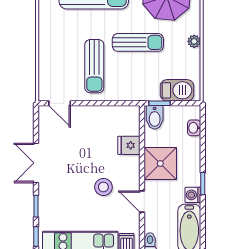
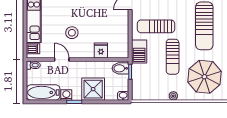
barbecue: (177, 90) -> (139, 51), moved
washbasin: (194, 128) -> (123, 96), moved
shower: (160, 163) -> (93, 89), moved
door: (142, 201) -> (62, 60), hinge flipped

